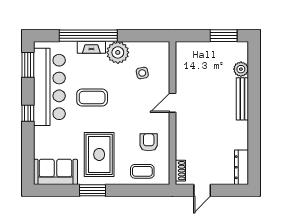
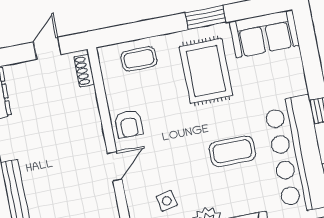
armchair: (149, 142) -> (129, 124), moved

